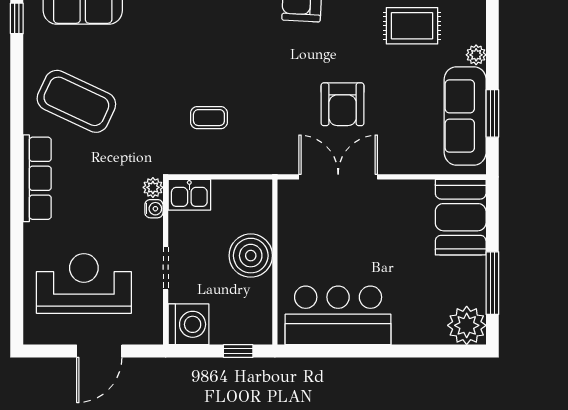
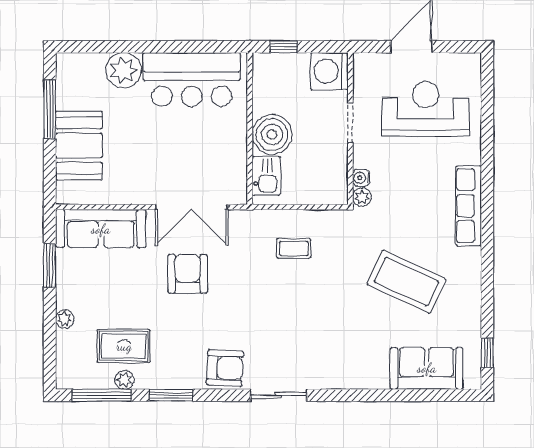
coffee table: (76, 101) -> (406, 282), moved
sofa: (465, 116) -> (101, 229), moved, turned 90
coffee table: (209, 118) -> (294, 248), moved
kitchen sink: (189, 195) -> (266, 176), moved, turned 90
booth: (461, 217) -> (79, 146), moved
reception desk: (84, 283) -> (426, 109), turned 180
plant: (467, 325) -> (123, 70), moved

